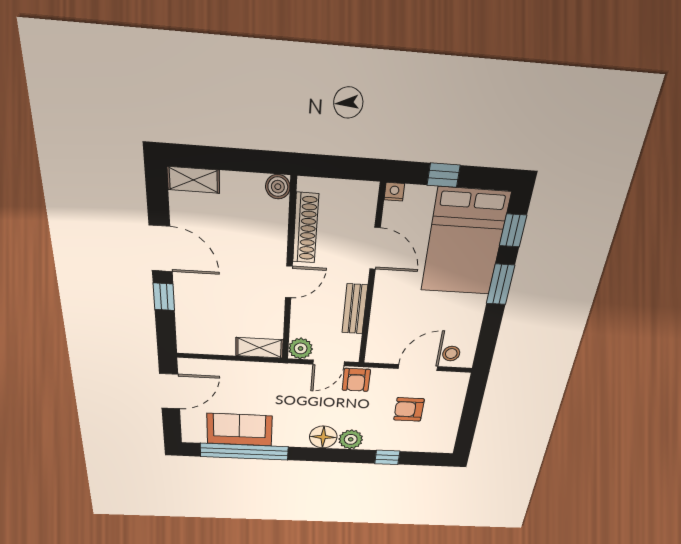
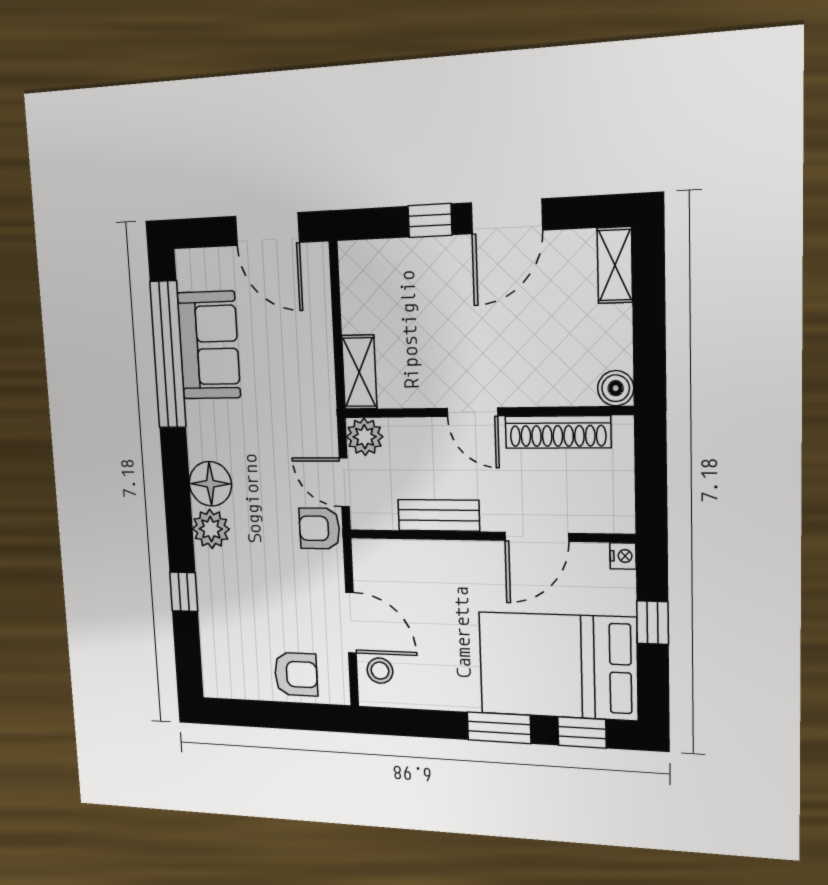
armchair: (409, 409) -> (296, 674), moved, turned 90

